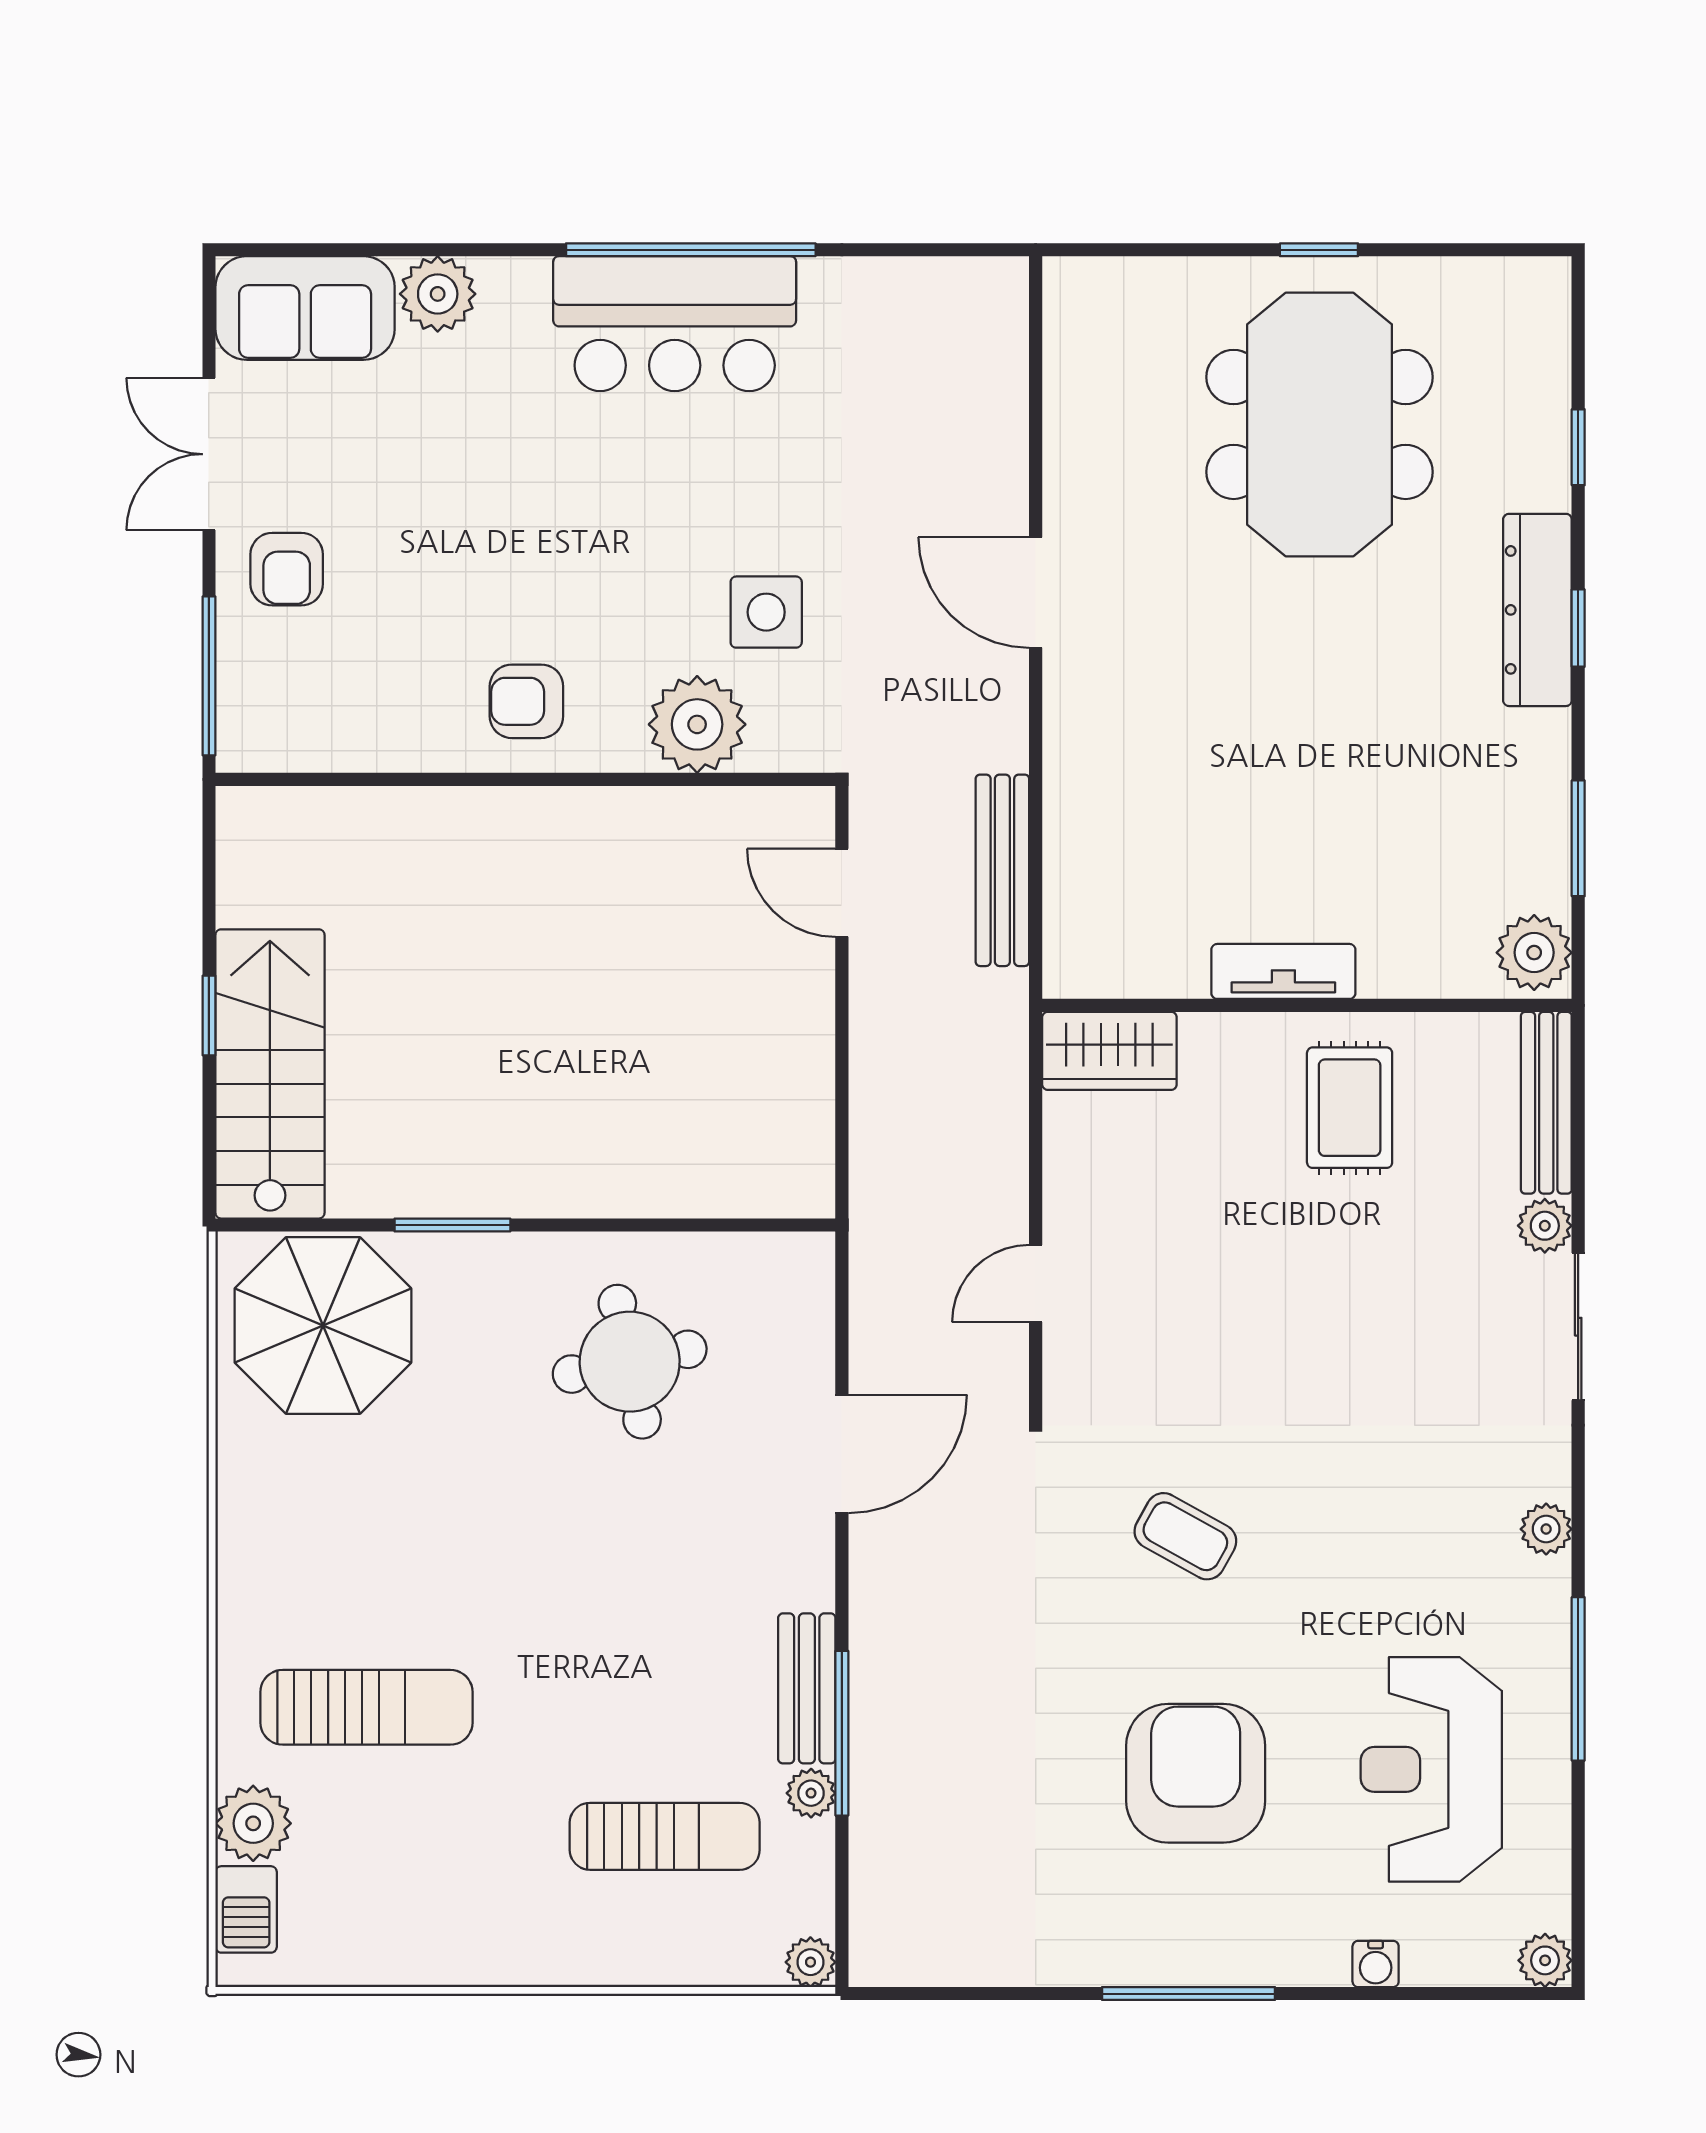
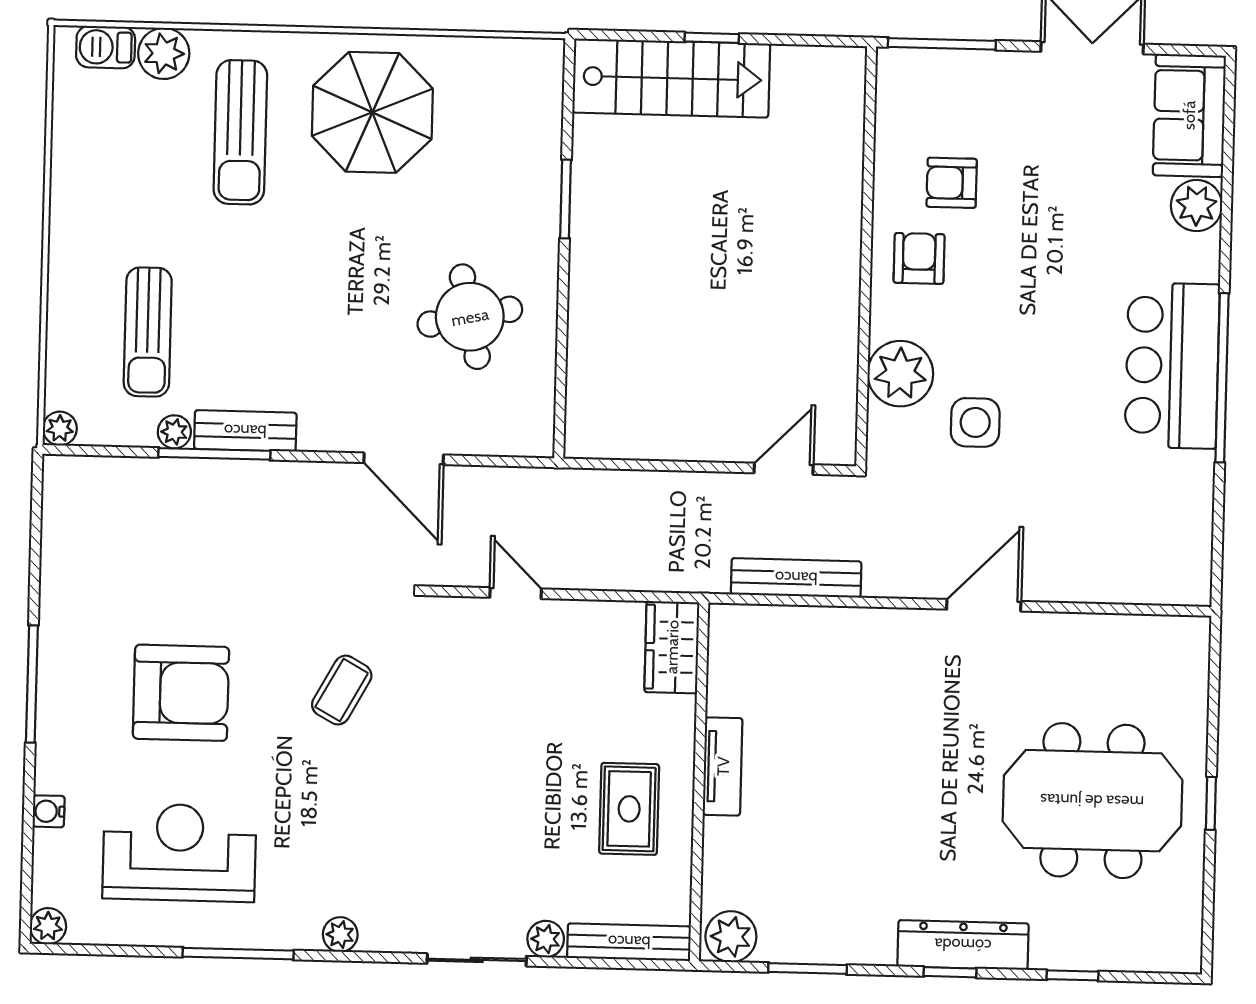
armchair: (287, 569) -> (952, 183), moved
rug: (1350, 1108) -> (629, 809), turned 90
parasol: (323, 1325) -> (372, 112), moved

